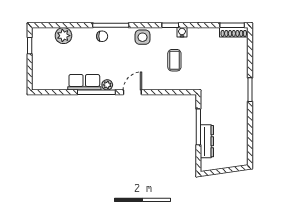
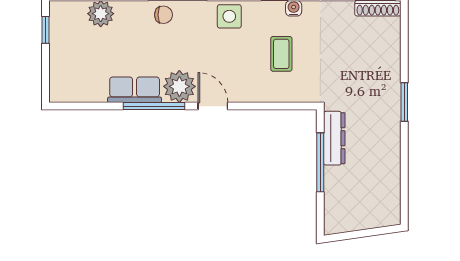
plant: (107, 85) -> (179, 86), width x1.88, depth x1.88
door: (132, 92) -> (213, 106), hinge flipped
dresser: (207, 141) -> (334, 138), moved

